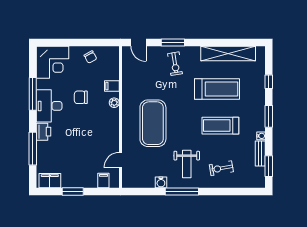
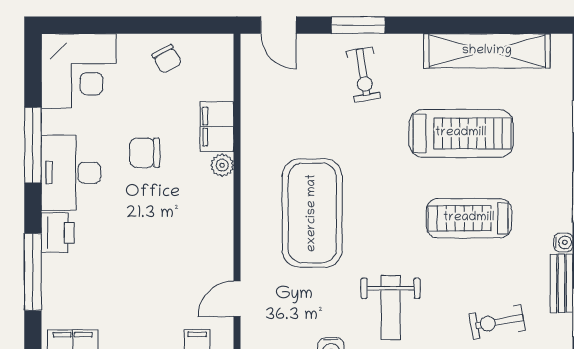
filing cabinet: (112, 86) -> (217, 127), width x2.00
exercise bike: (221, 168) -> (497, 322), moved

